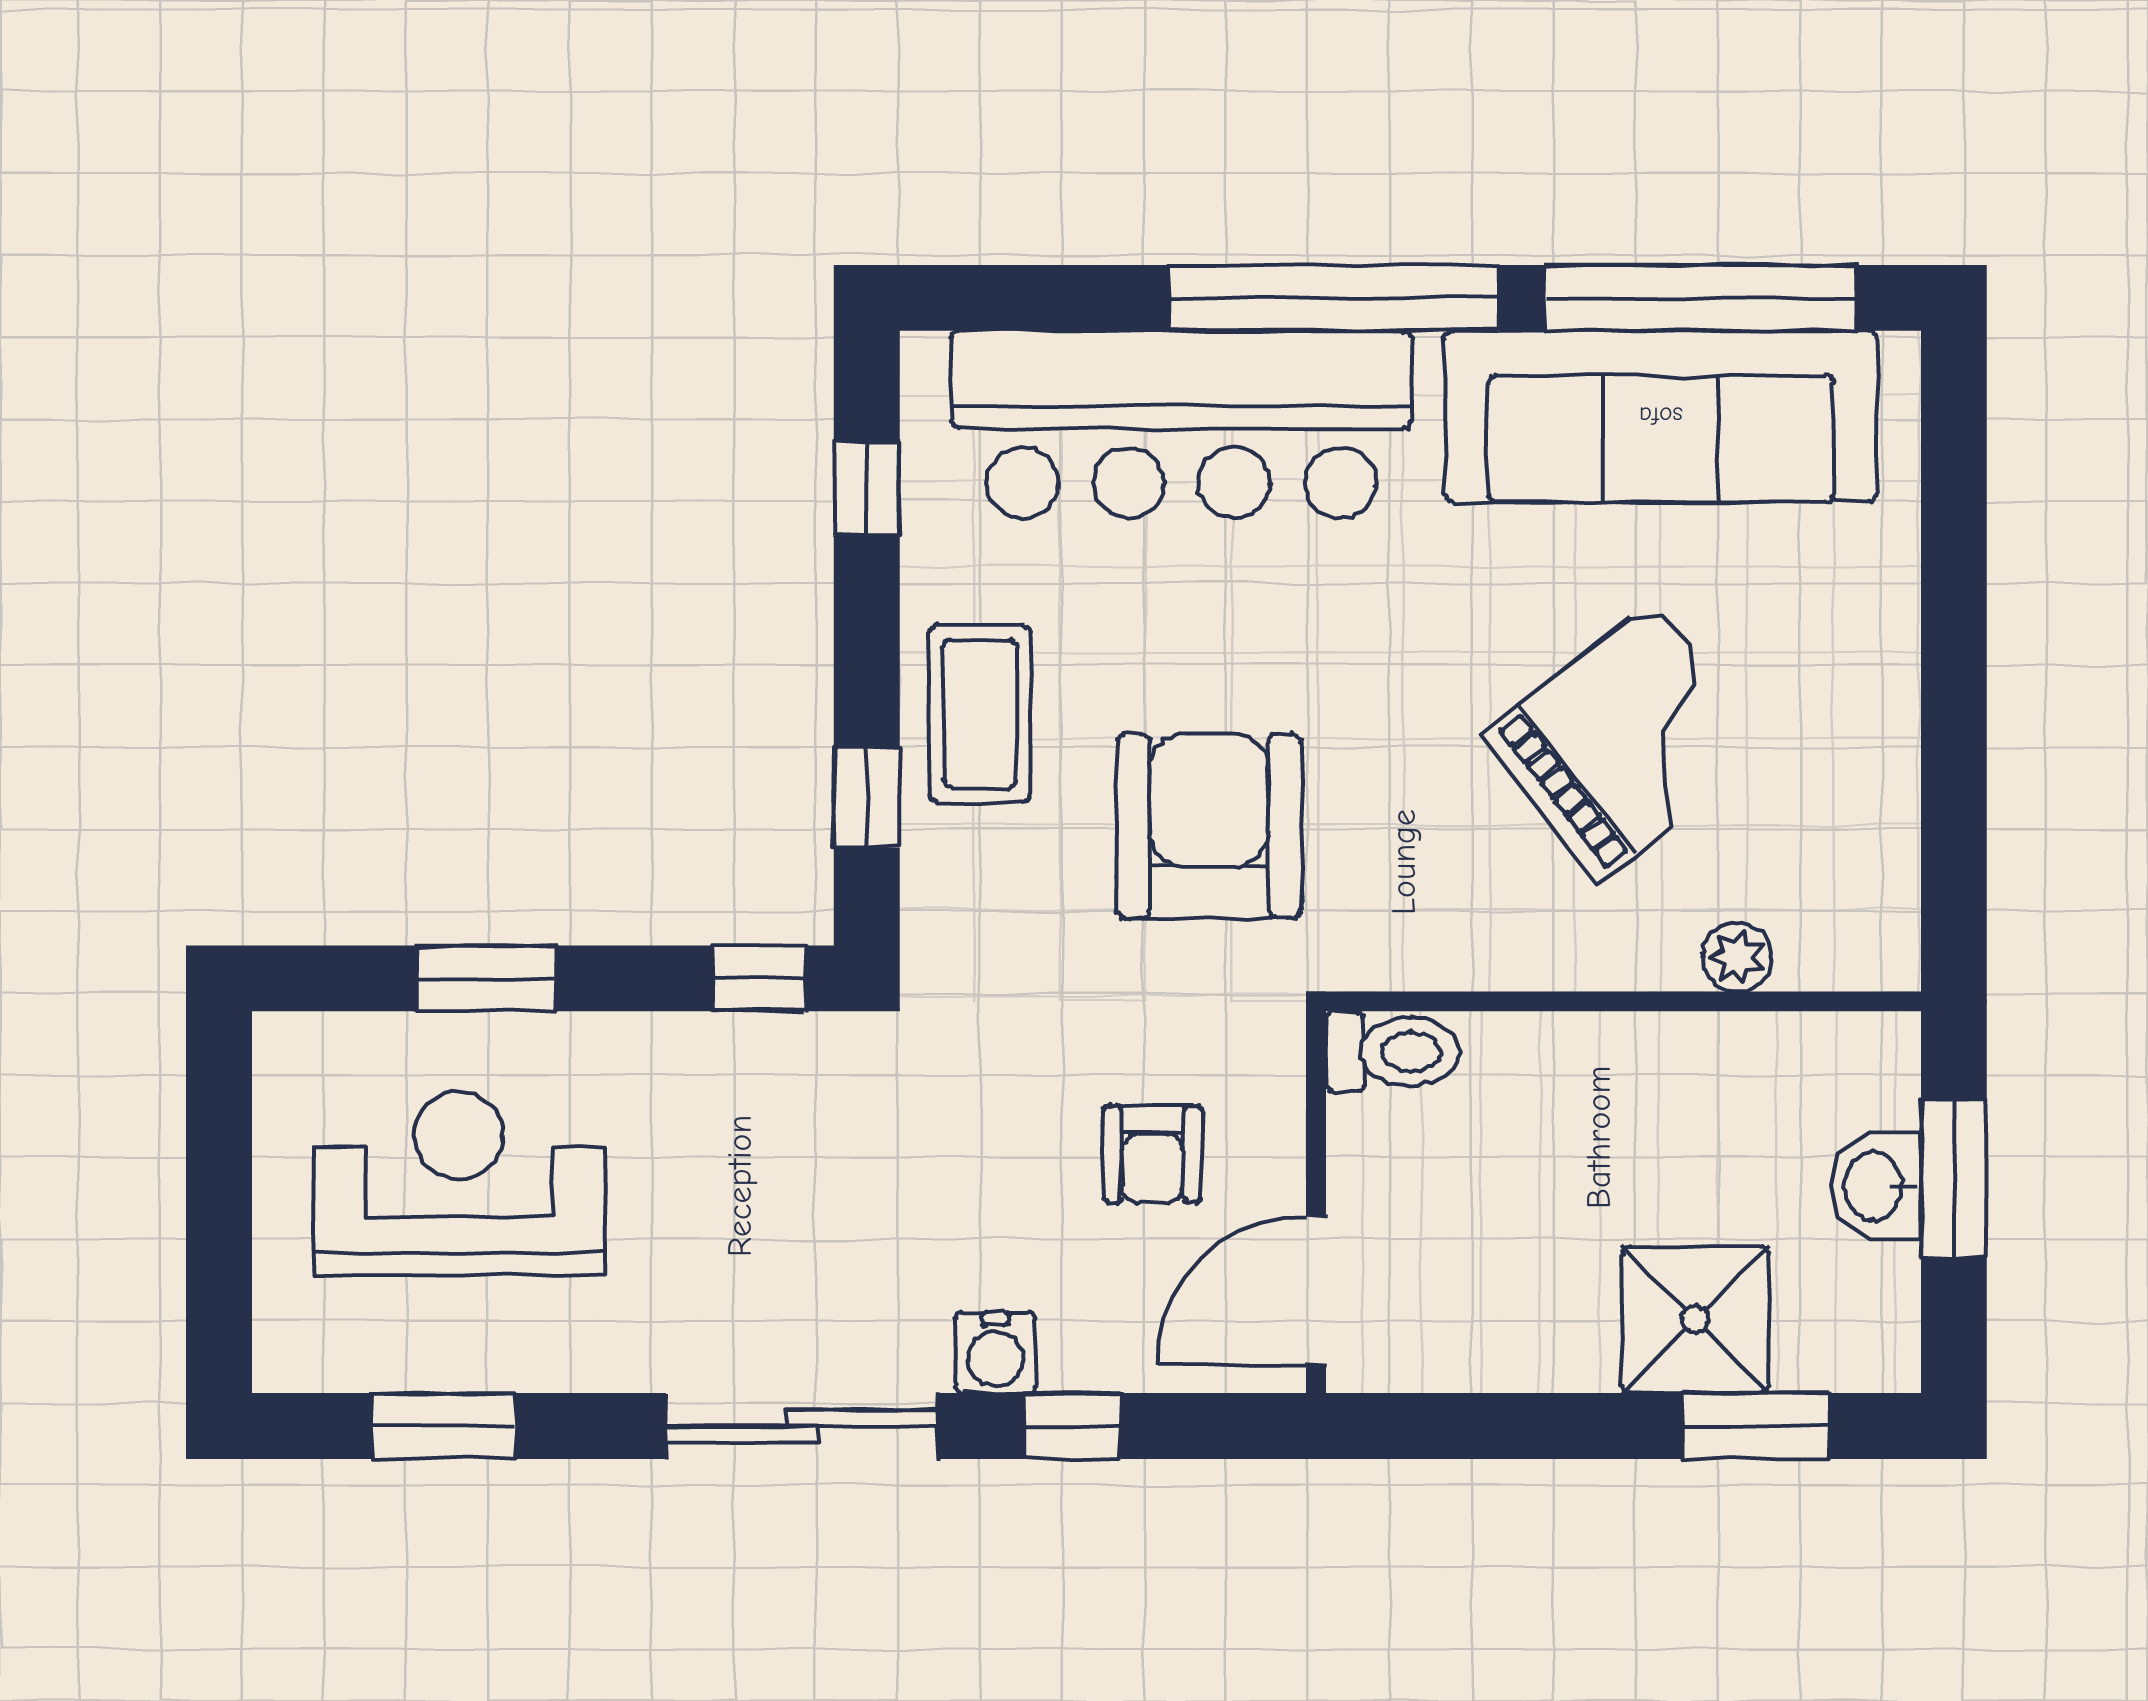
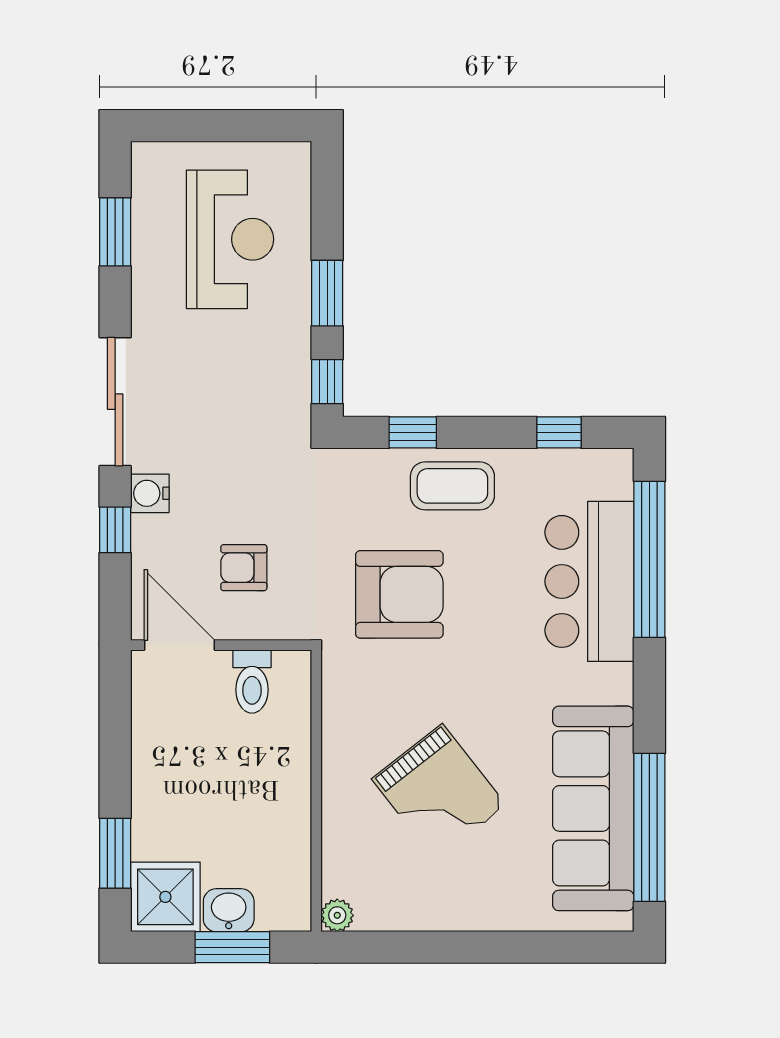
window: (1334, 298) -> (649, 559), moved
bar counter: (1182, 425) -> (589, 581), width x0.73
plant: (1737, 957) -> (337, 915), moved
window: (486, 978) -> (327, 293), moved
toilet: (1393, 1052) -> (252, 681), moved
shower: (1695, 1320) -> (165, 897), moved

